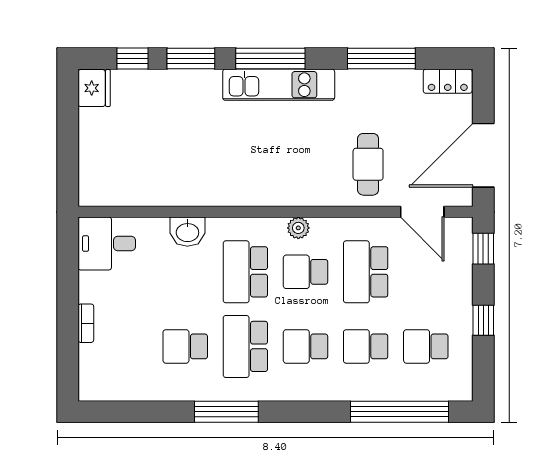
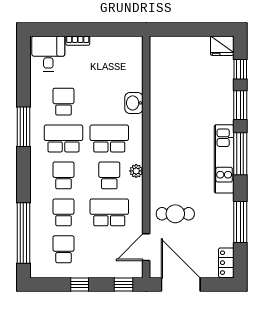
desk: (107, 244) -> (48, 53), moved

